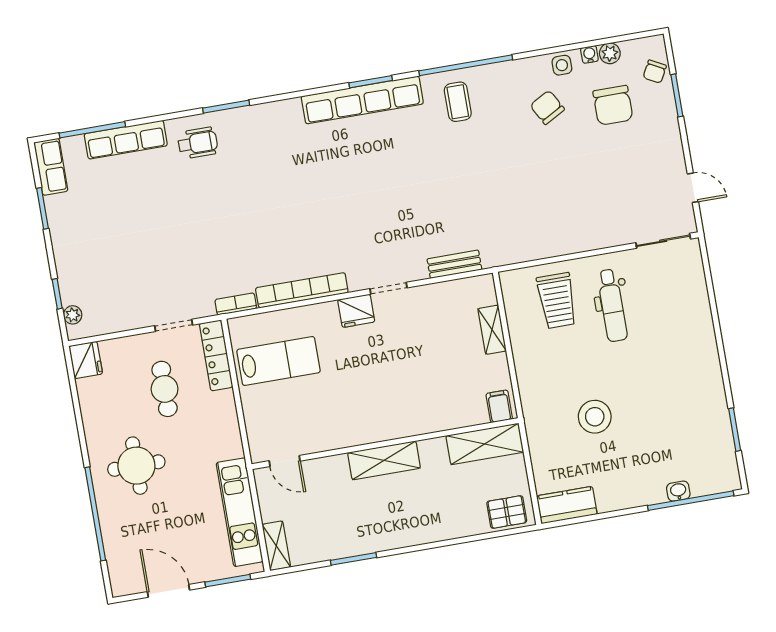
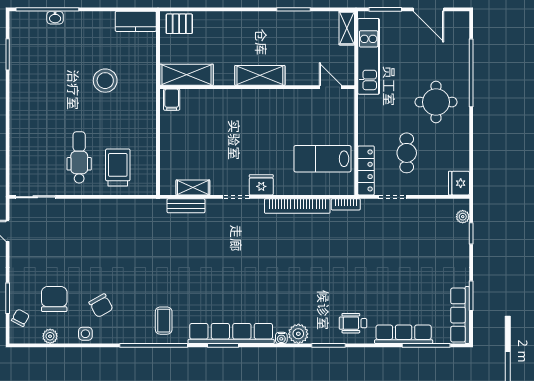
water cooler: (589, 54) -> (281, 338), moved
plant: (270, 115) -> (298, 334), added
row of seats: (51, 167) -> (460, 315), width x1.48
shelving: (492, 330) -> (193, 188), moved, turned 90

